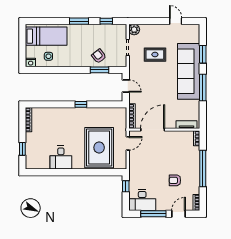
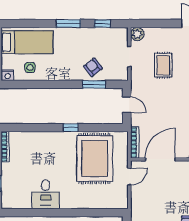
rug: (155, 55) -> (163, 65), turned 90
rug: (99, 148) -> (95, 158), moved

